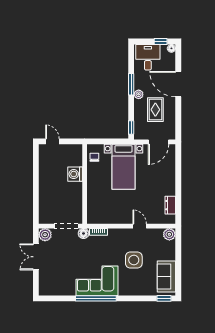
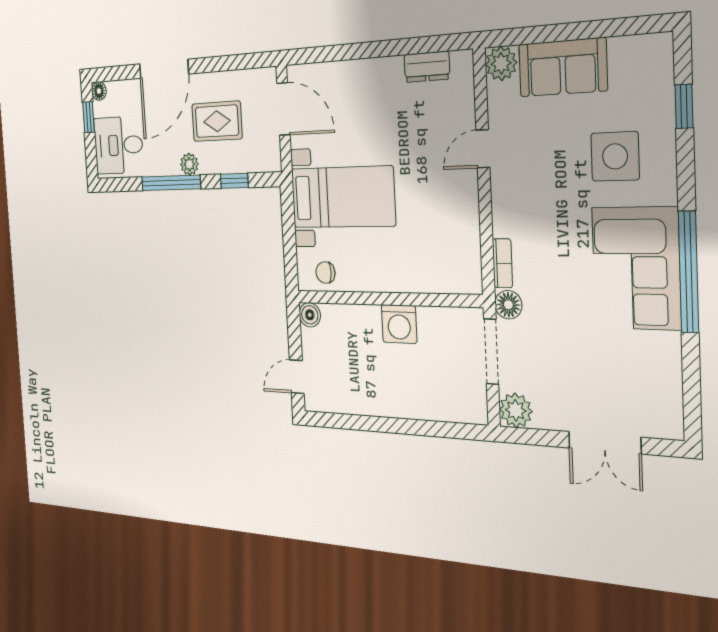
window: (131, 84) -> (171, 183), width x1.44
window: (131, 127) -> (234, 181), moved
boiler: (77, 149) -> (310, 315), added
washing machine: (75, 174) -> (399, 324), moved
double door: (36, 257) -> (605, 443), moved
side table: (134, 260) -> (615, 156), moved
sofa: (166, 277) -> (563, 67), moved
window: (164, 298) -> (684, 106), moved

